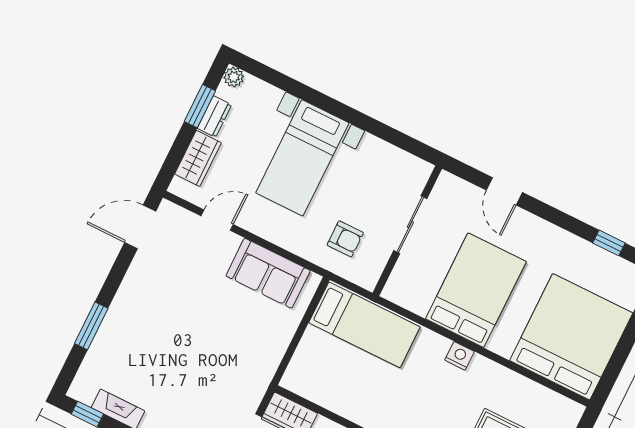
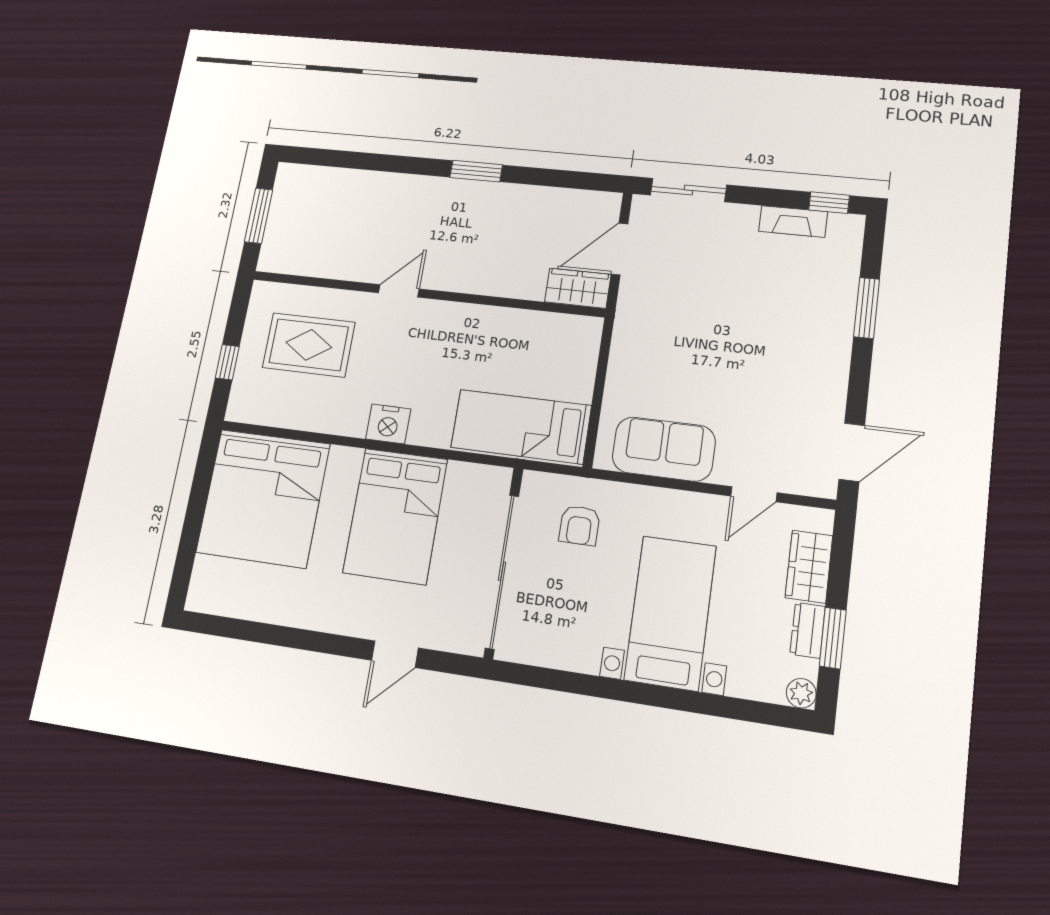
door: (504, 191) -> (395, 654), swing flipped
sliding door: (410, 225) -> (502, 571), width x1.86
armchair: (345, 239) -> (579, 525), turned -90
window: (609, 243) -> (246, 630), removed
nightstand: (460, 356) -> (388, 424), width x1.36, depth x1.33

